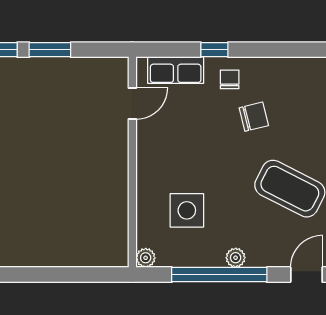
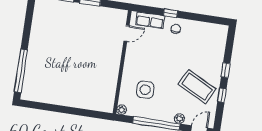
chair: (254, 117) -> (185, 49), removed
plant: (236, 258) -> (179, 119), moved

